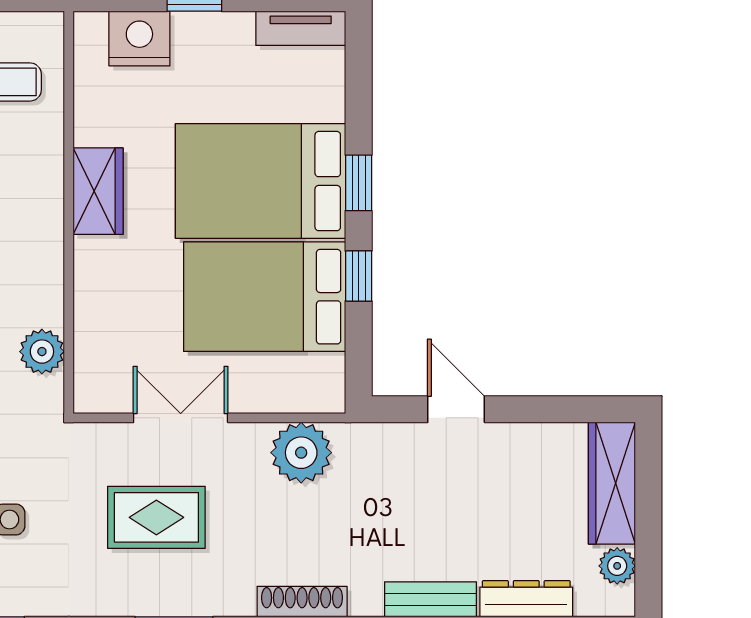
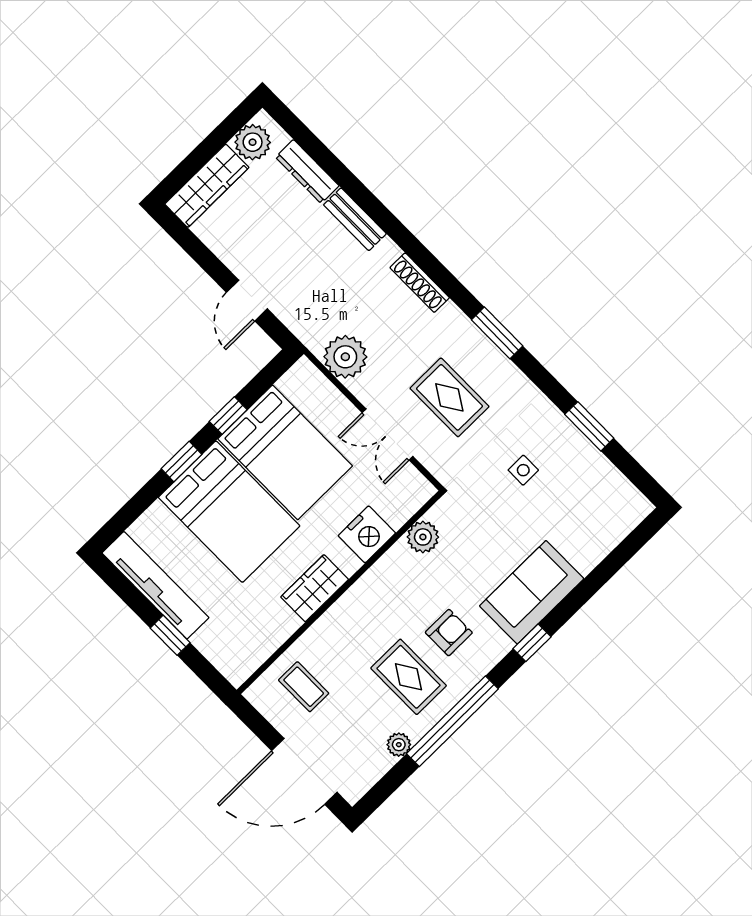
tv unit: (301, 28) -> (155, 585), width x1.92, depth x1.29
nightstand: (139, 39) -> (367, 534), moved, turned -90
plant: (617, 566) -> (253, 142), width x1.38, depth x1.38

